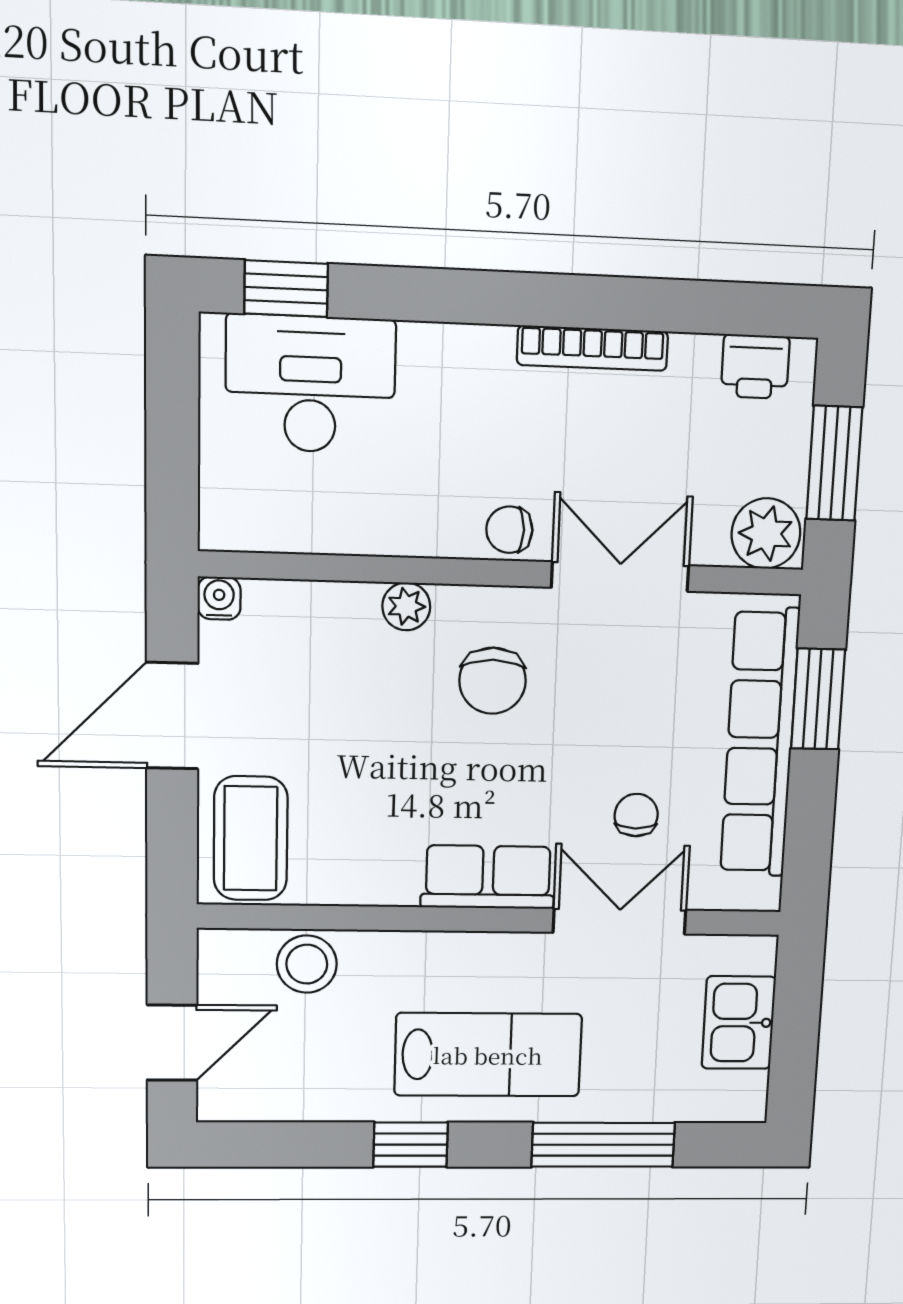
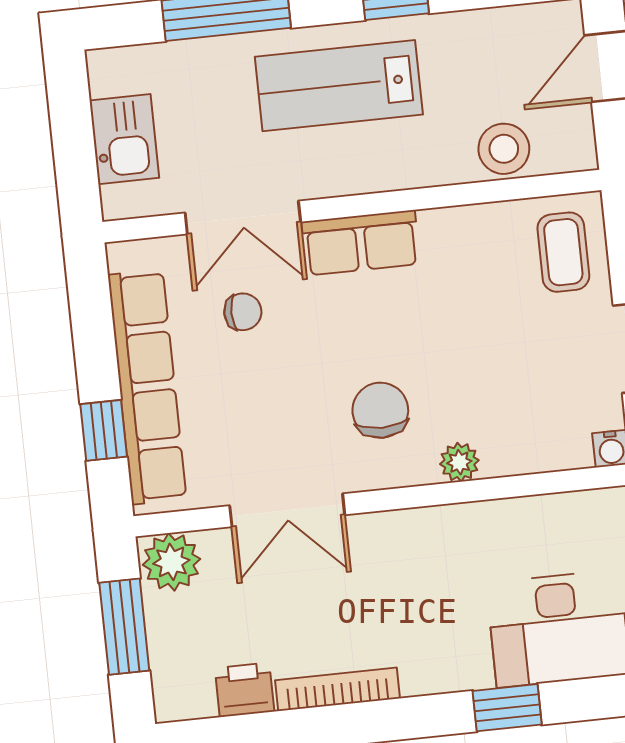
window: (286, 289) -> (507, 708), moved
printer: (755, 367) -> (245, 690), moved
chair: (509, 530) -> (384, 536), removed
window: (818, 699) -> (104, 430), width x0.67
chair: (636, 815) -> (243, 312), turned -90
coffee table: (251, 838) -> (563, 252), width x0.73, depth x0.77

